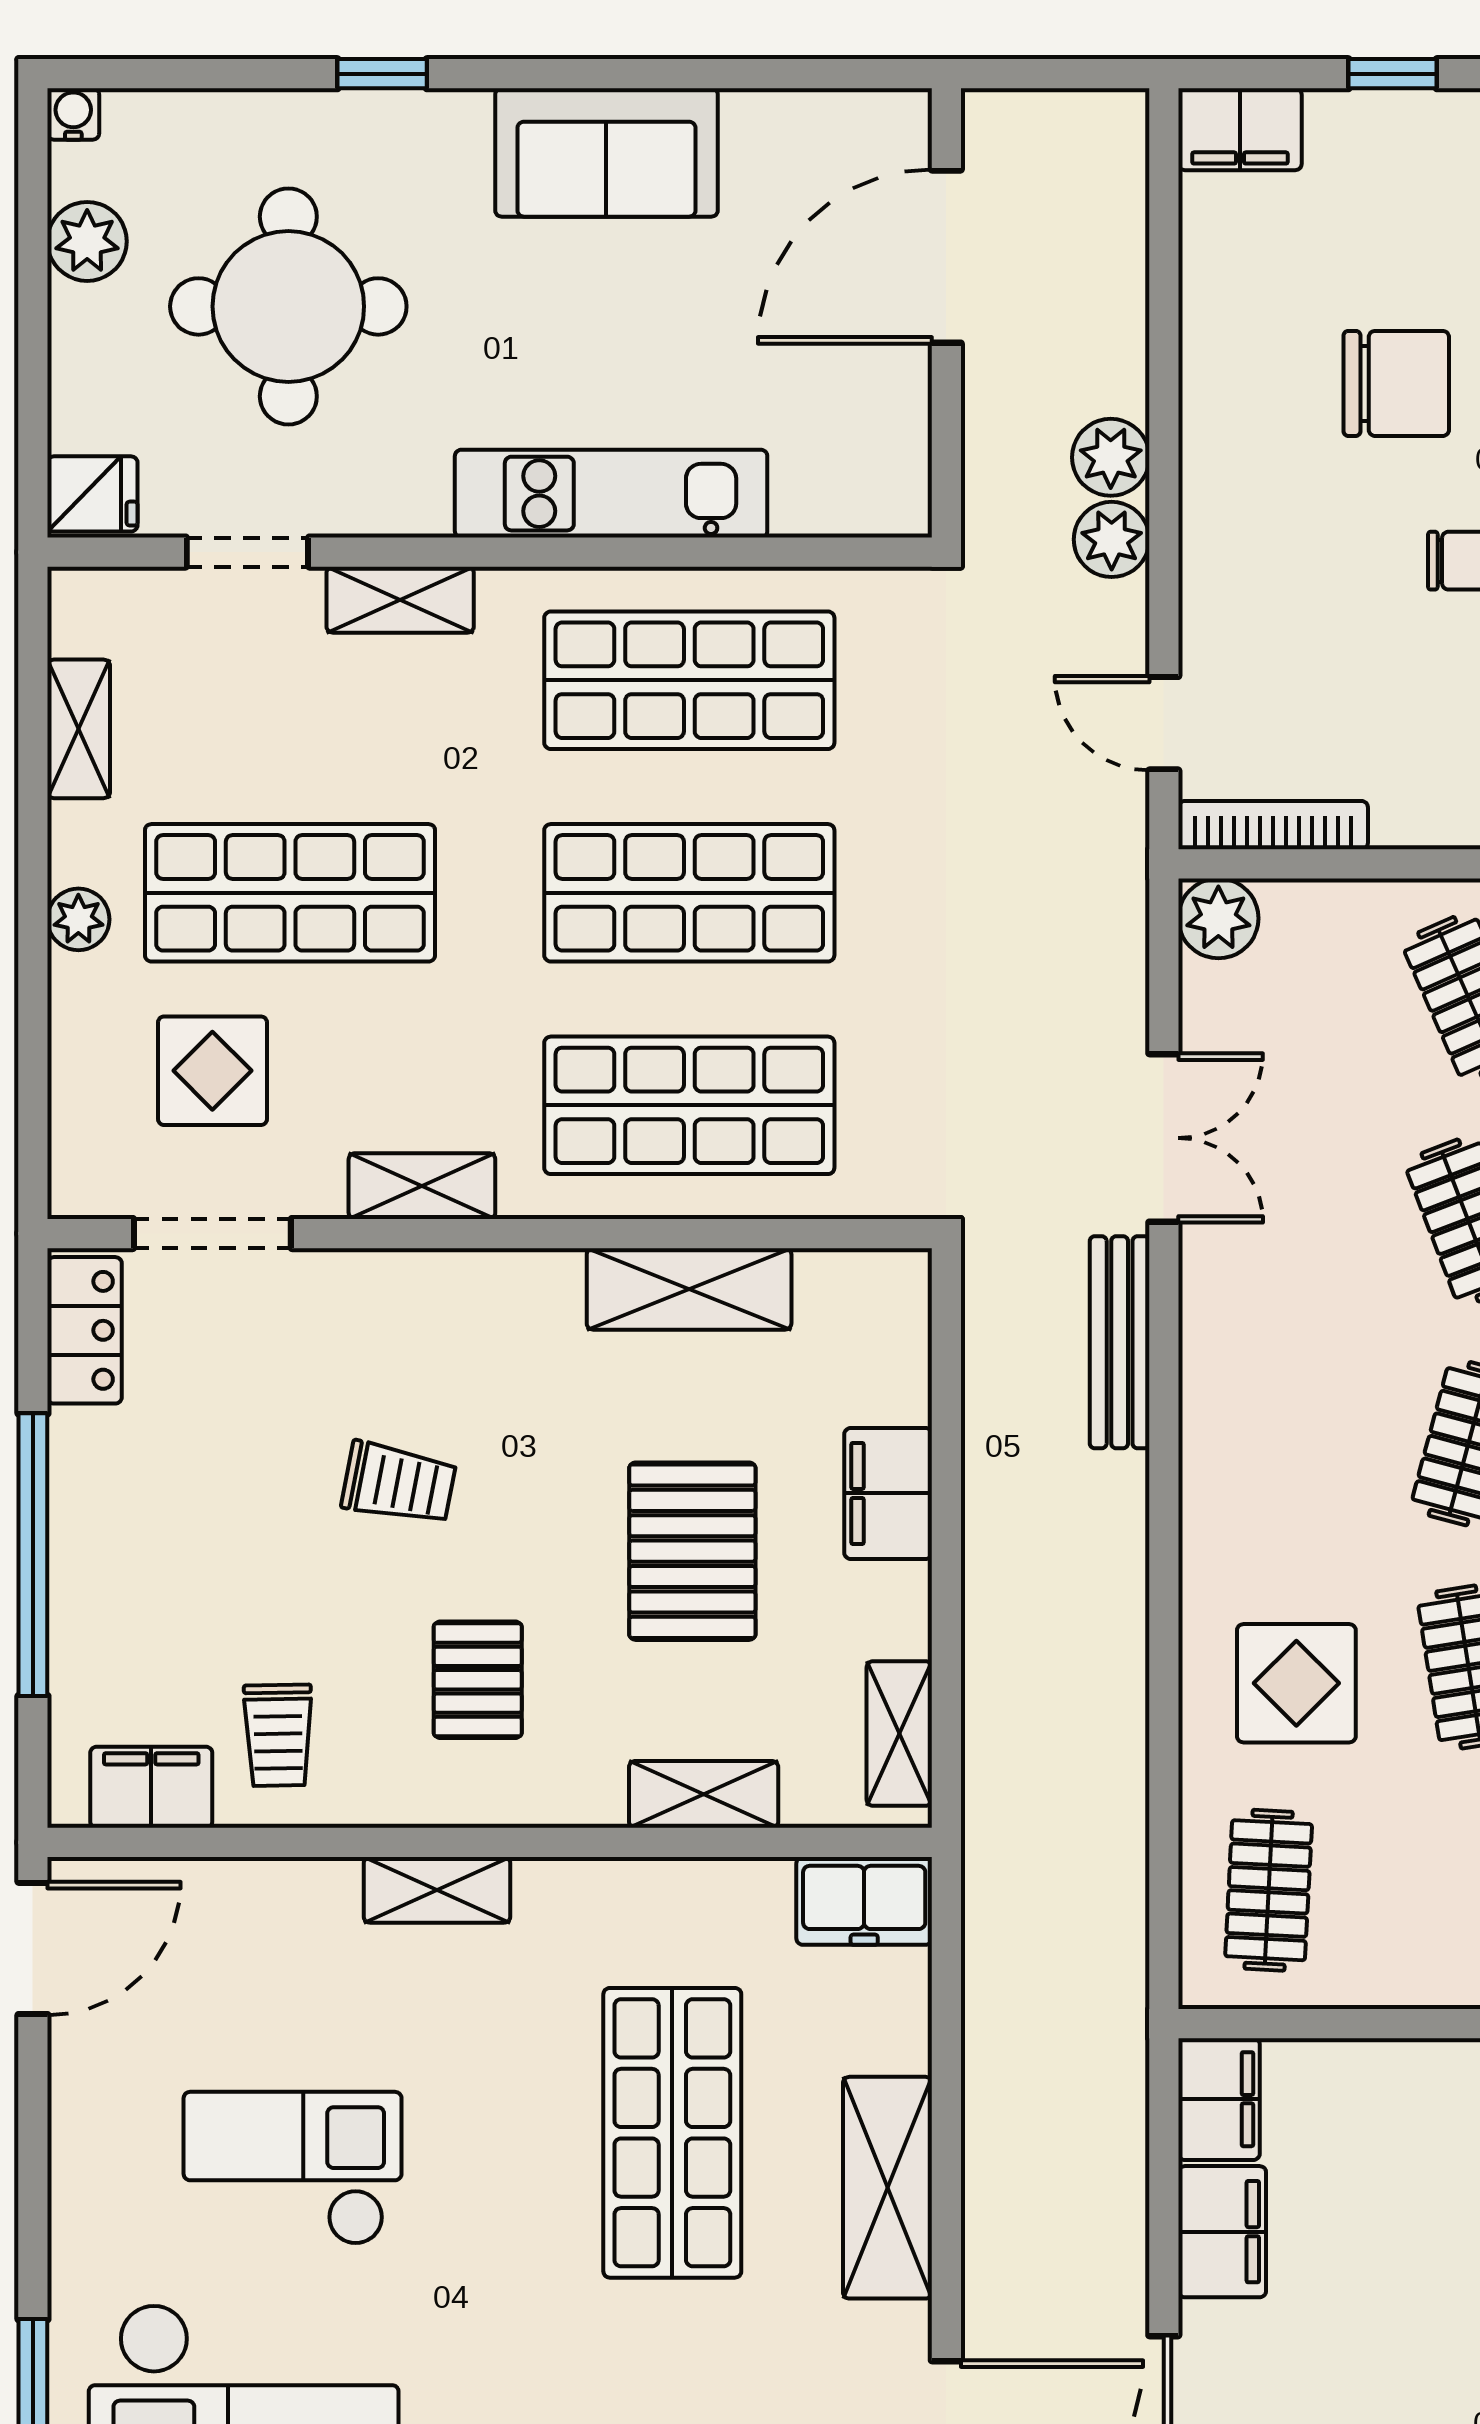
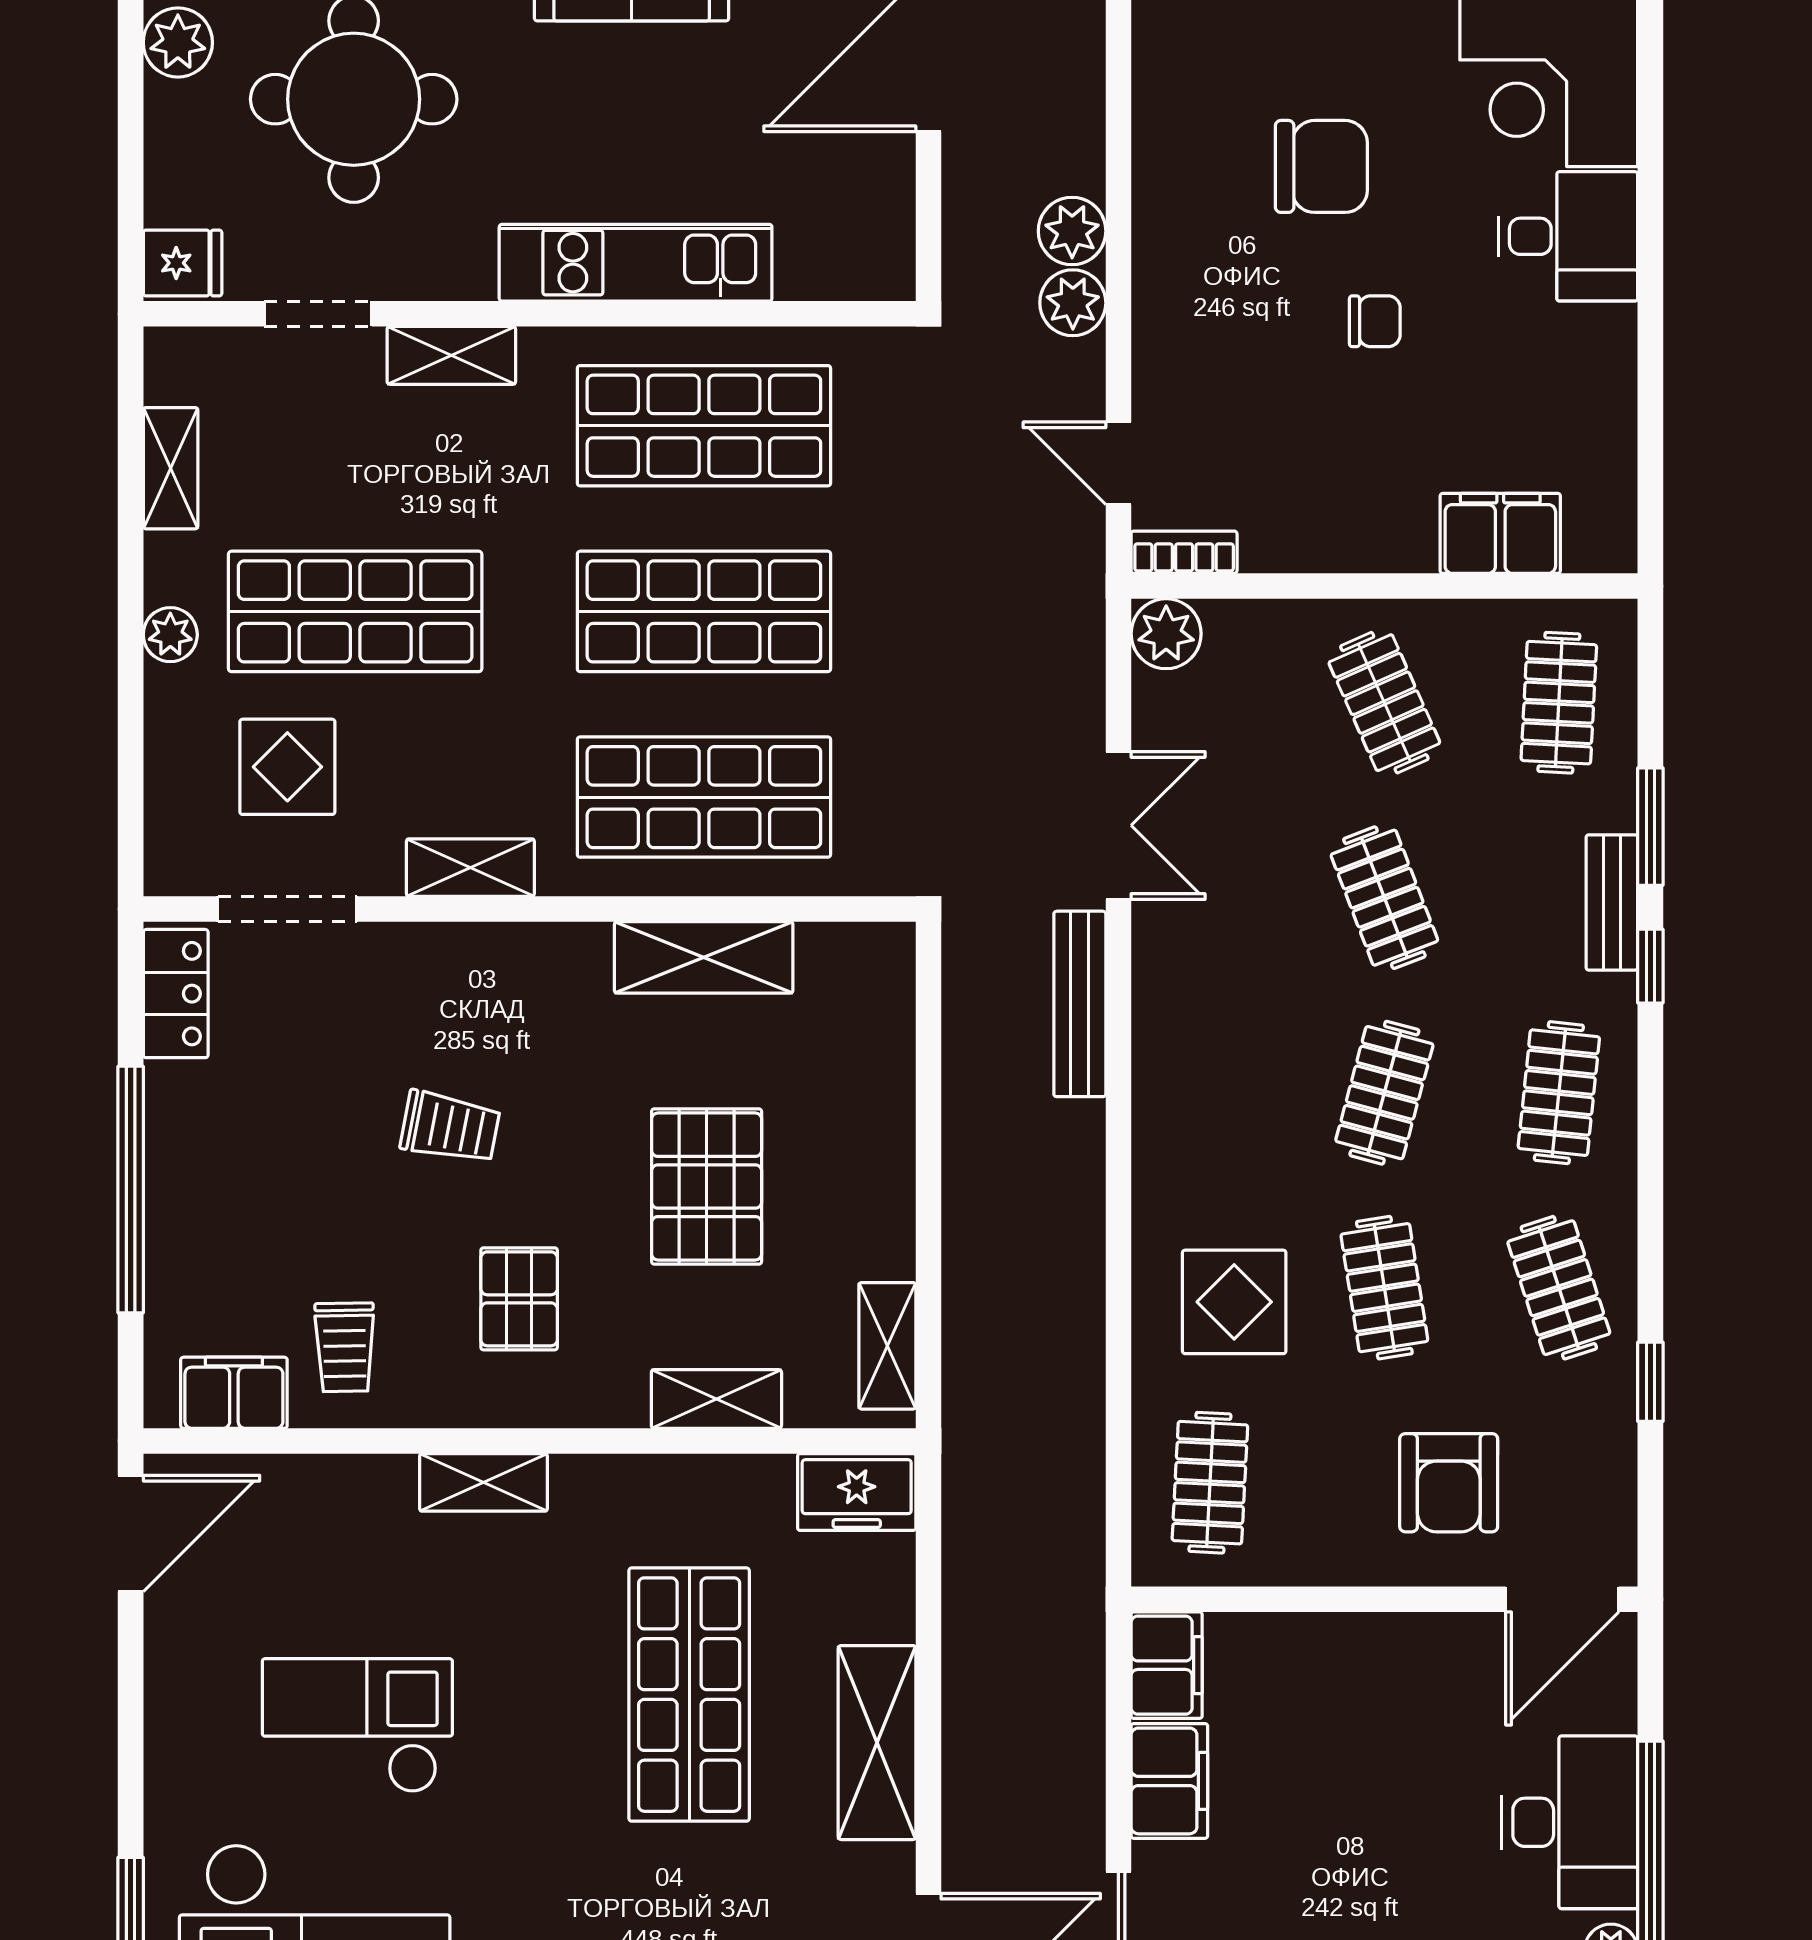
bookcase: (1273, 825) -> (1184, 552), width x0.64
filing cabinet: (888, 1493) -> (878, 1136), removed

